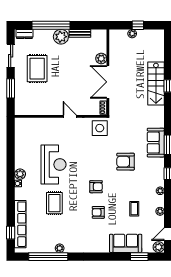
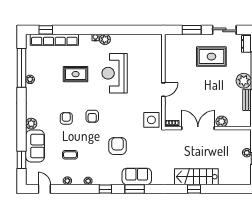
reception desk: (53, 165) -> (115, 73), turned 90
plant: (159, 247) -> (31, 124), moved

